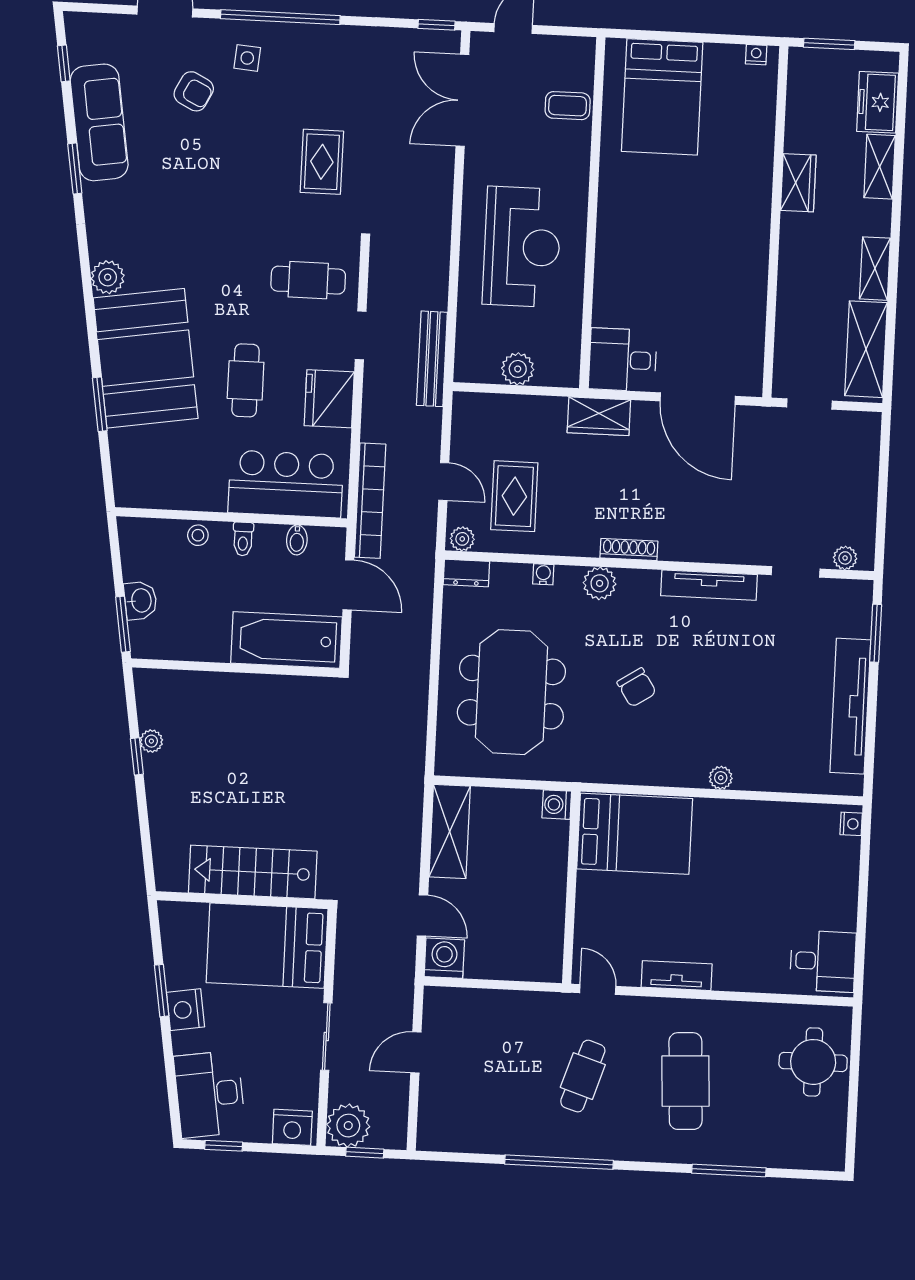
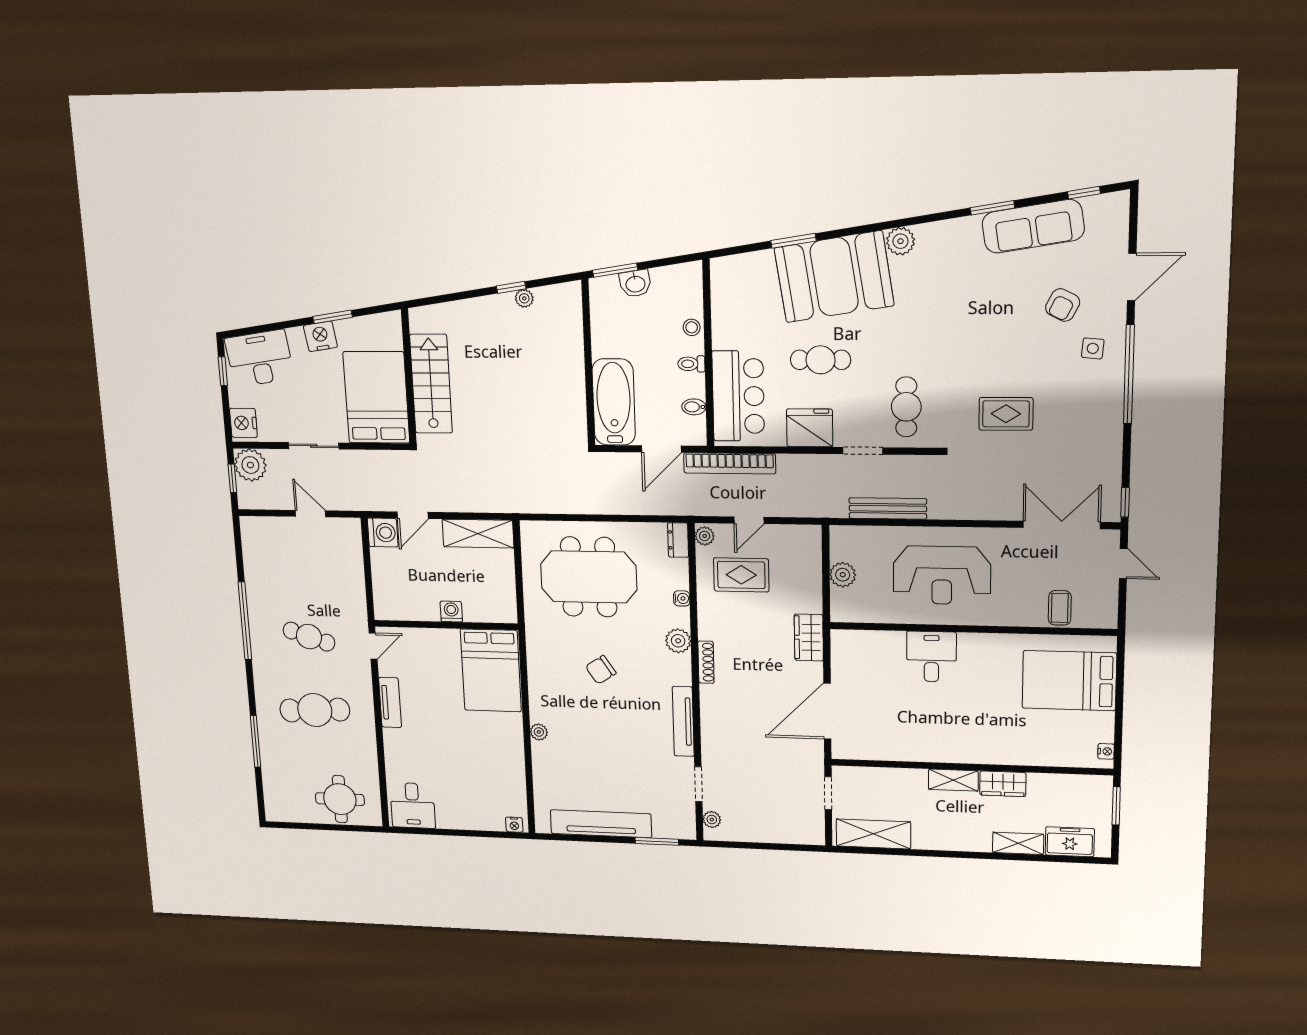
shelving: (875, 269) -> (953, 780), moved
bench: (432, 359) -> (888, 508), moved
desk: (623, 360) -> (931, 657), moved
washing machine: (557, 805) -> (451, 612), moved

